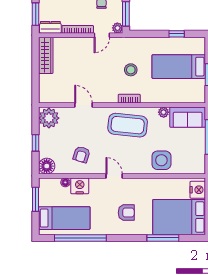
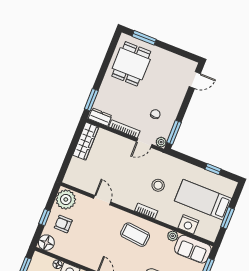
nightstand: (174, 95) -> (188, 224), added
coffee table: (128, 125) -> (135, 235), width x0.73, depth x0.76
armchair: (81, 154) -> (63, 224), moved, turned 73

